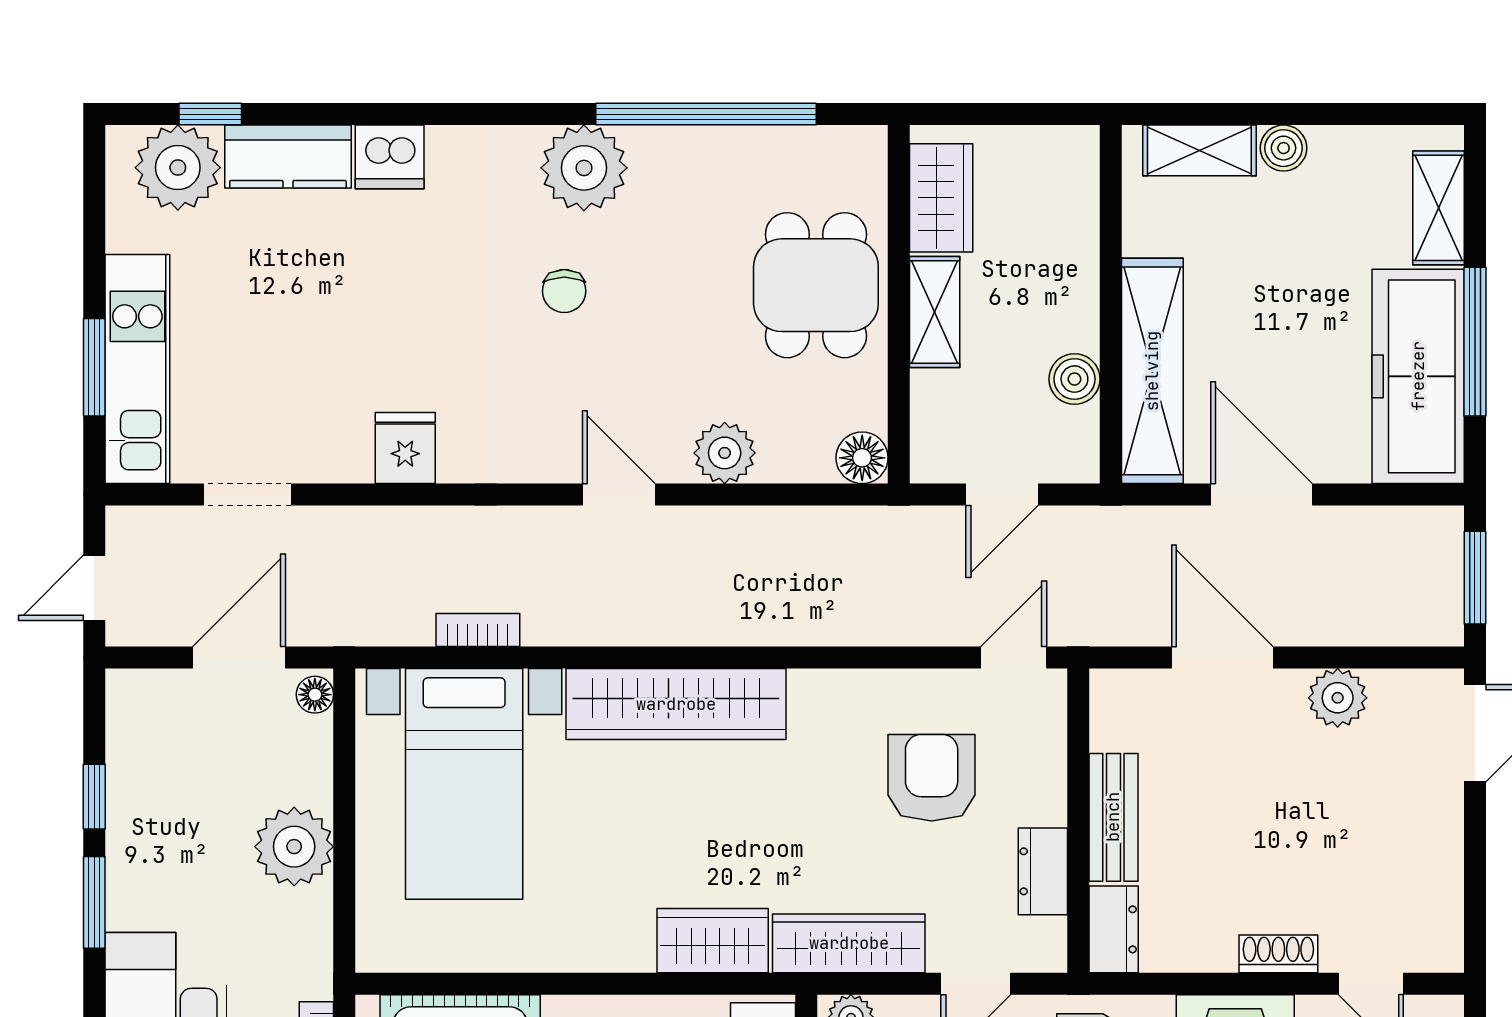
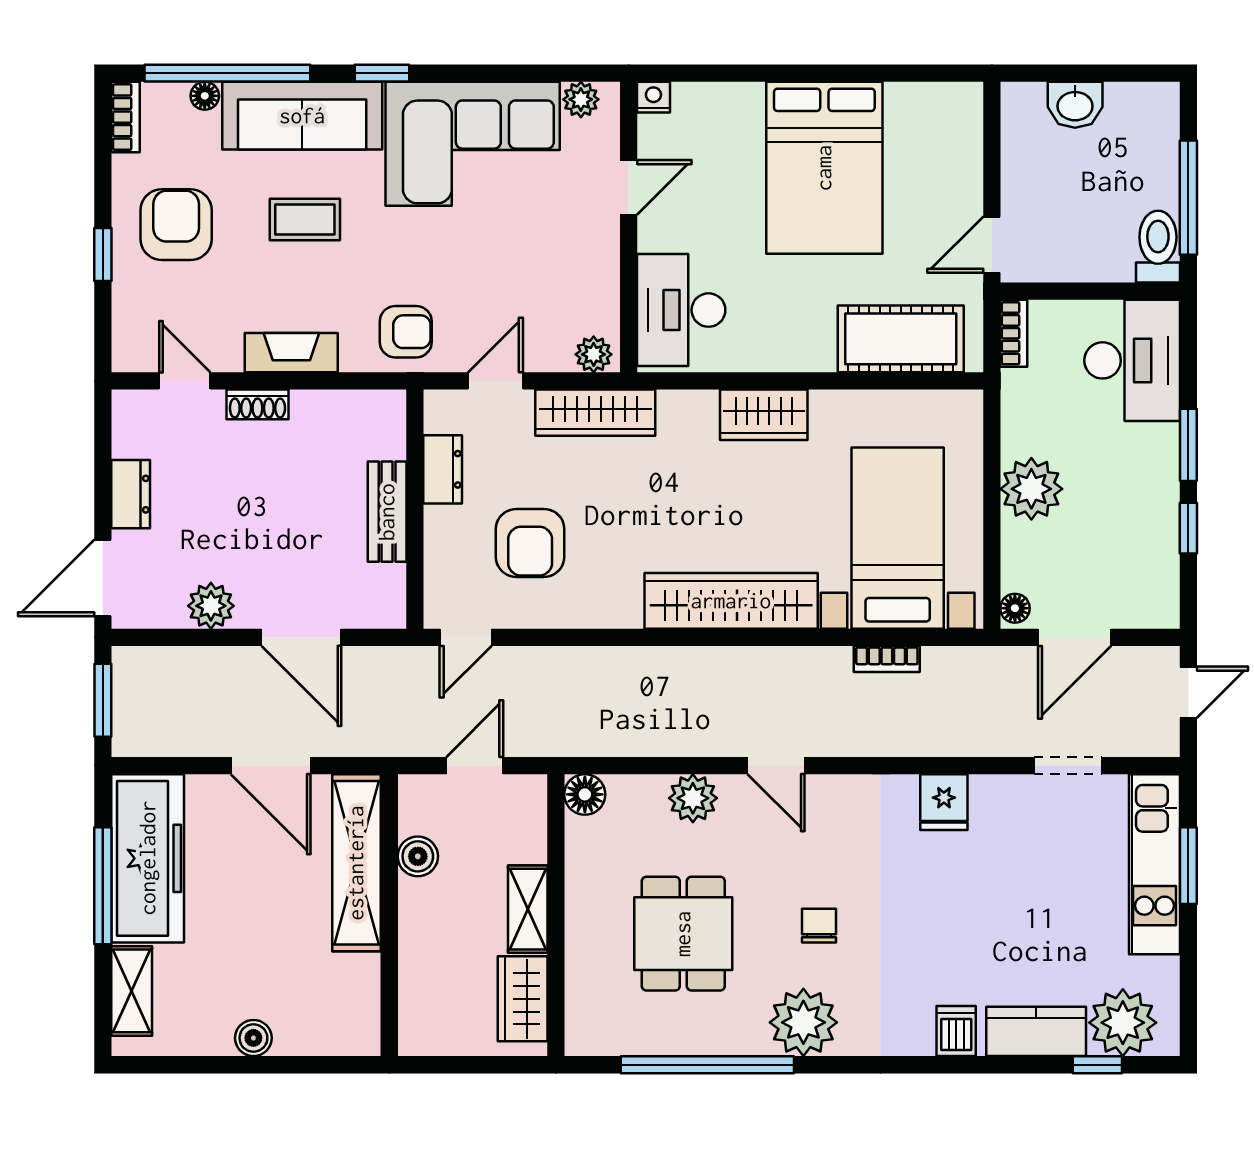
shelving: (1199, 150) -> (319, 1036), removed
dishwasher: (390, 157) -> (956, 1031), width x0.73
dining table: (816, 285) -> (683, 934), moved
dresser: (1114, 929) -> (131, 494), moved, turned 180
wardrobe: (713, 941) -> (764, 415), moved

